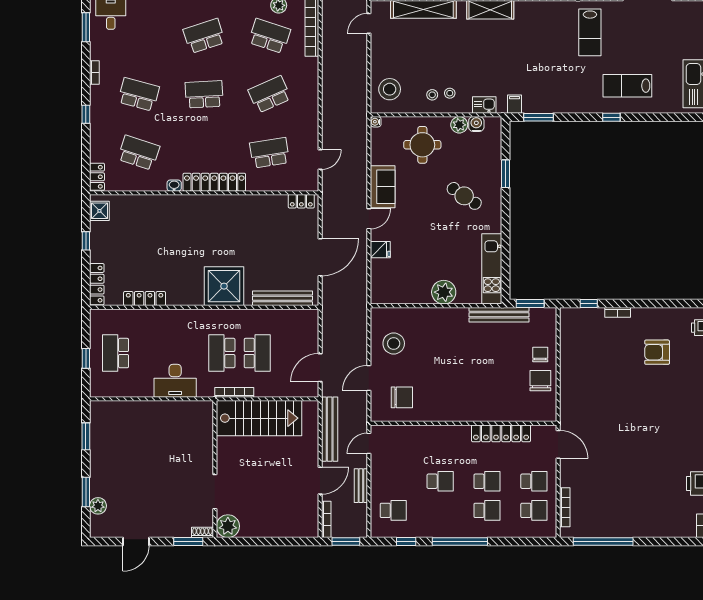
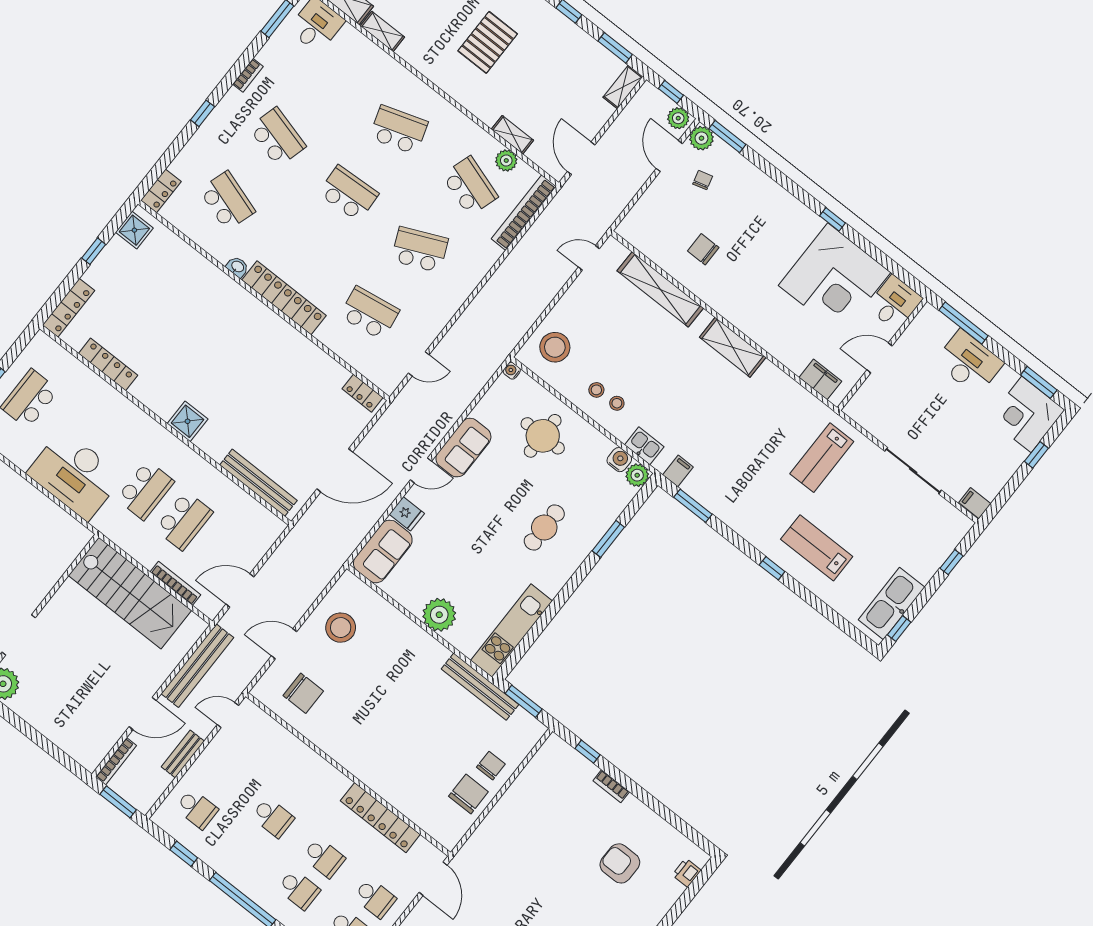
plant: (459, 125) -> (637, 475), moved
cafe table: (464, 196) -> (544, 527), turned 56
sofa: (384, 282) -> (383, 551), added
shower: (224, 286) -> (188, 421), width x0.54, depth x0.54
school desk: (222, 353) -> (145, 490), turned 180
desk: (175, 381) -> (75, 475), width x1.36, depth x1.30
bookcase: (234, 392) -> (175, 583), moved

